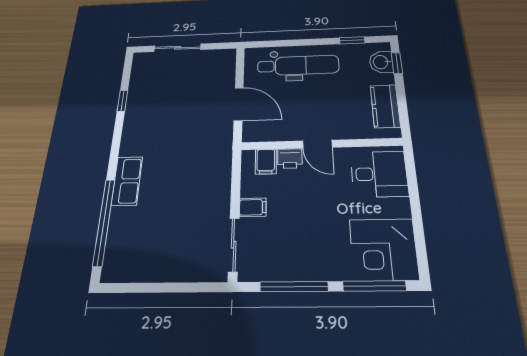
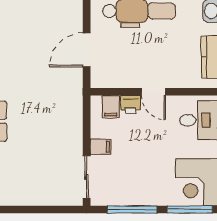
door: (239, 104) -> (87, 50), swing flipped

